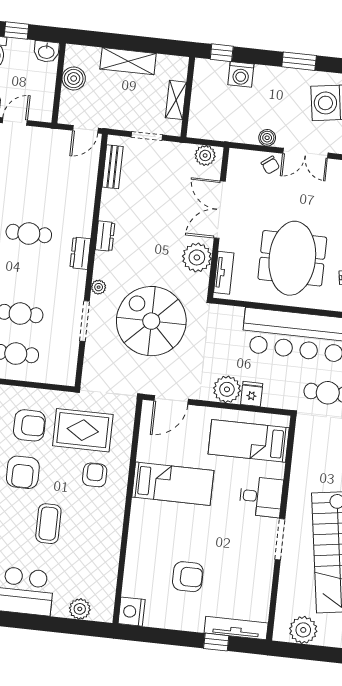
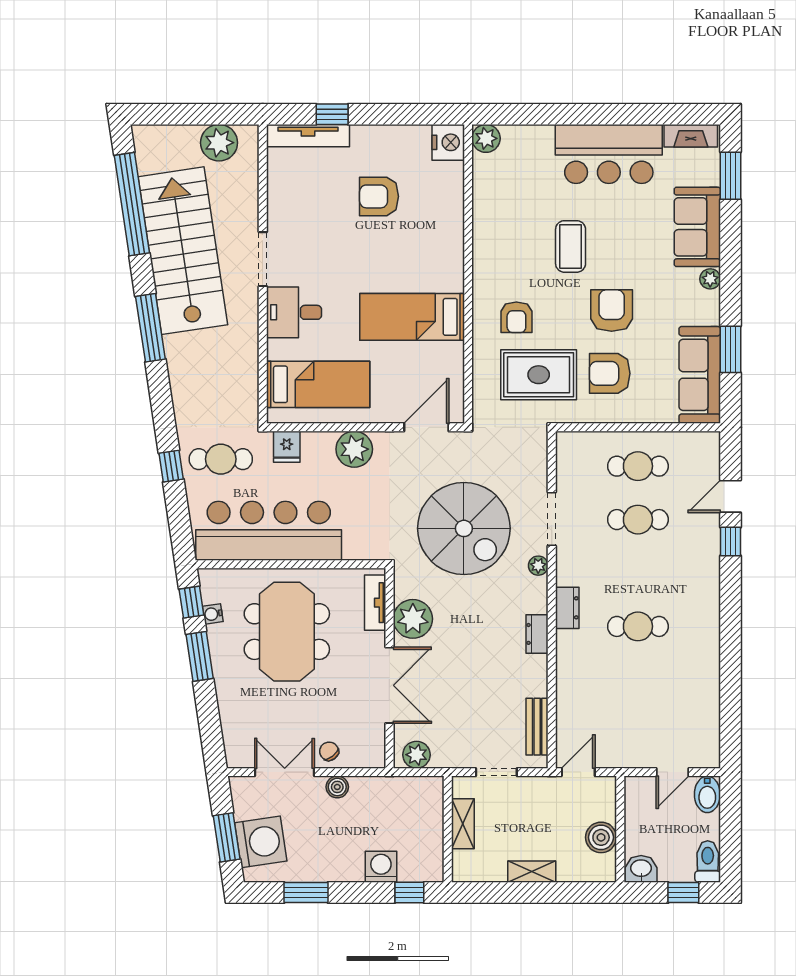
shelving: (128, 61) -> (532, 872), width x0.67, depth x0.75
fridge: (252, 394) -> (287, 447), moved
plant: (80, 609) -> (486, 138), moved

